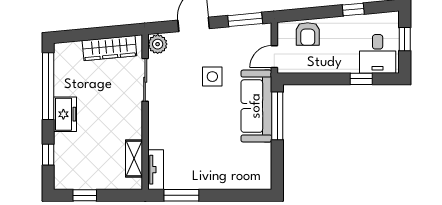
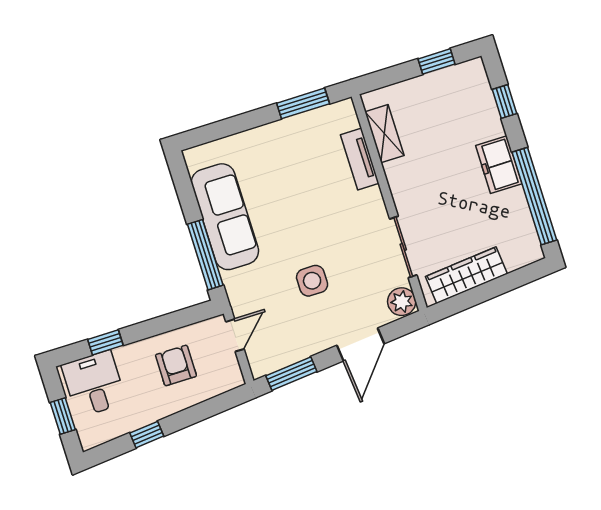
armchair: (308, 34) -> (176, 365), moved
sofa: (256, 106) -> (225, 217), moved
tv unit: (156, 170) -> (360, 159), moved

